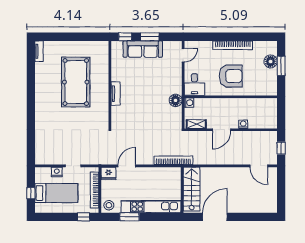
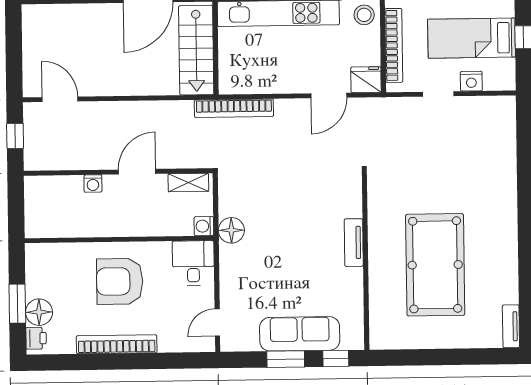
printer: (272, 49) -> (36, 338), added

